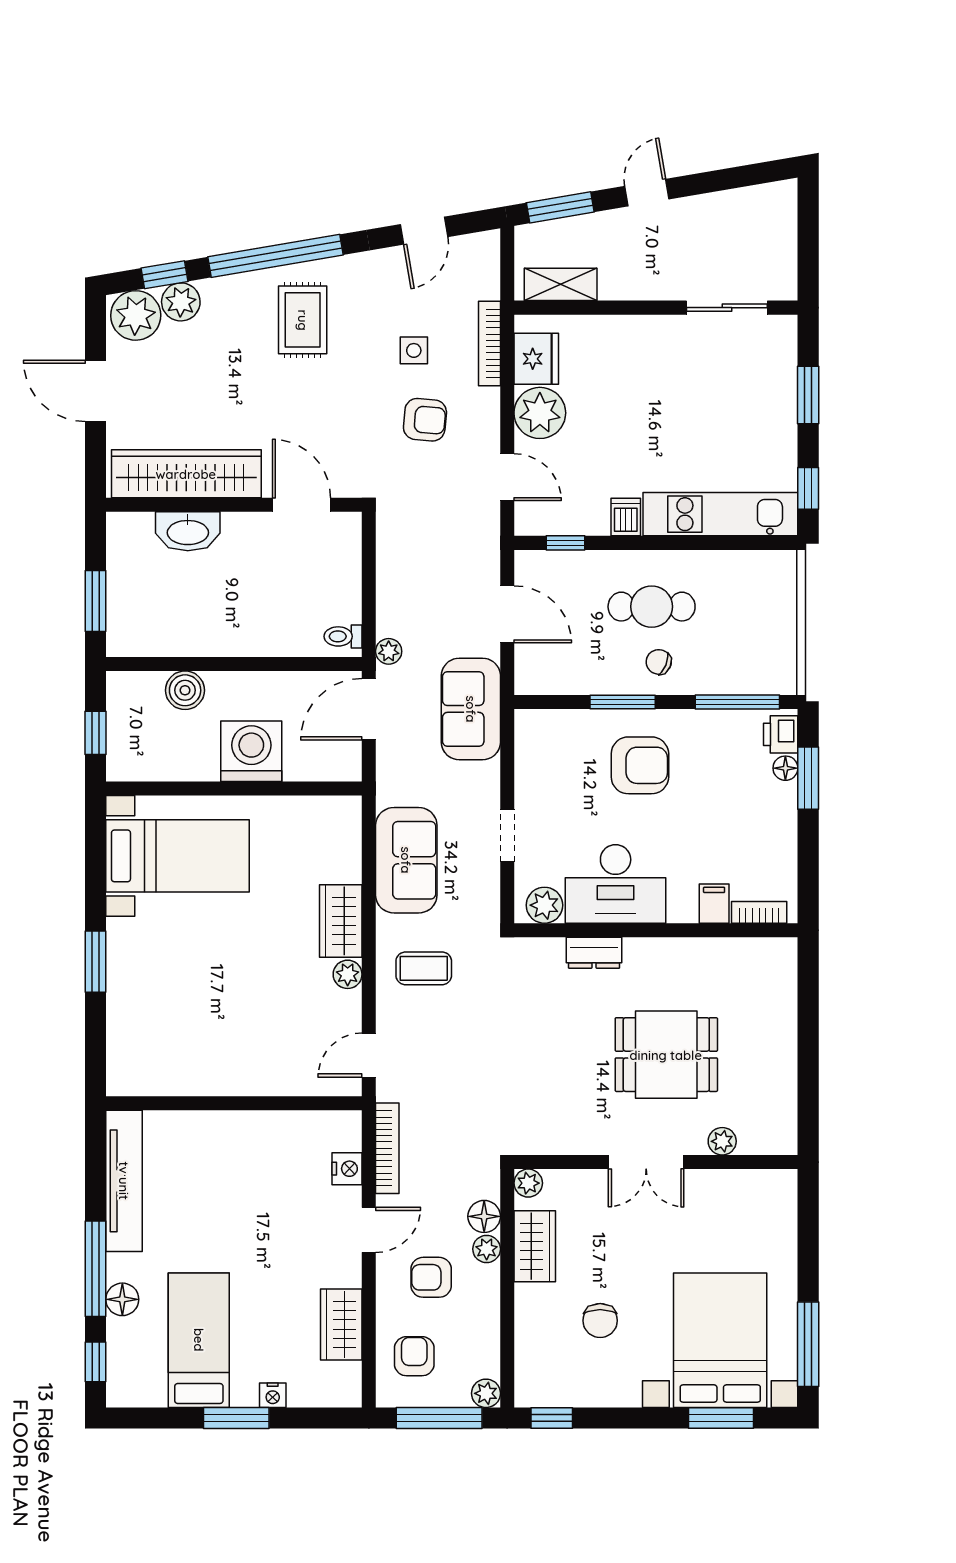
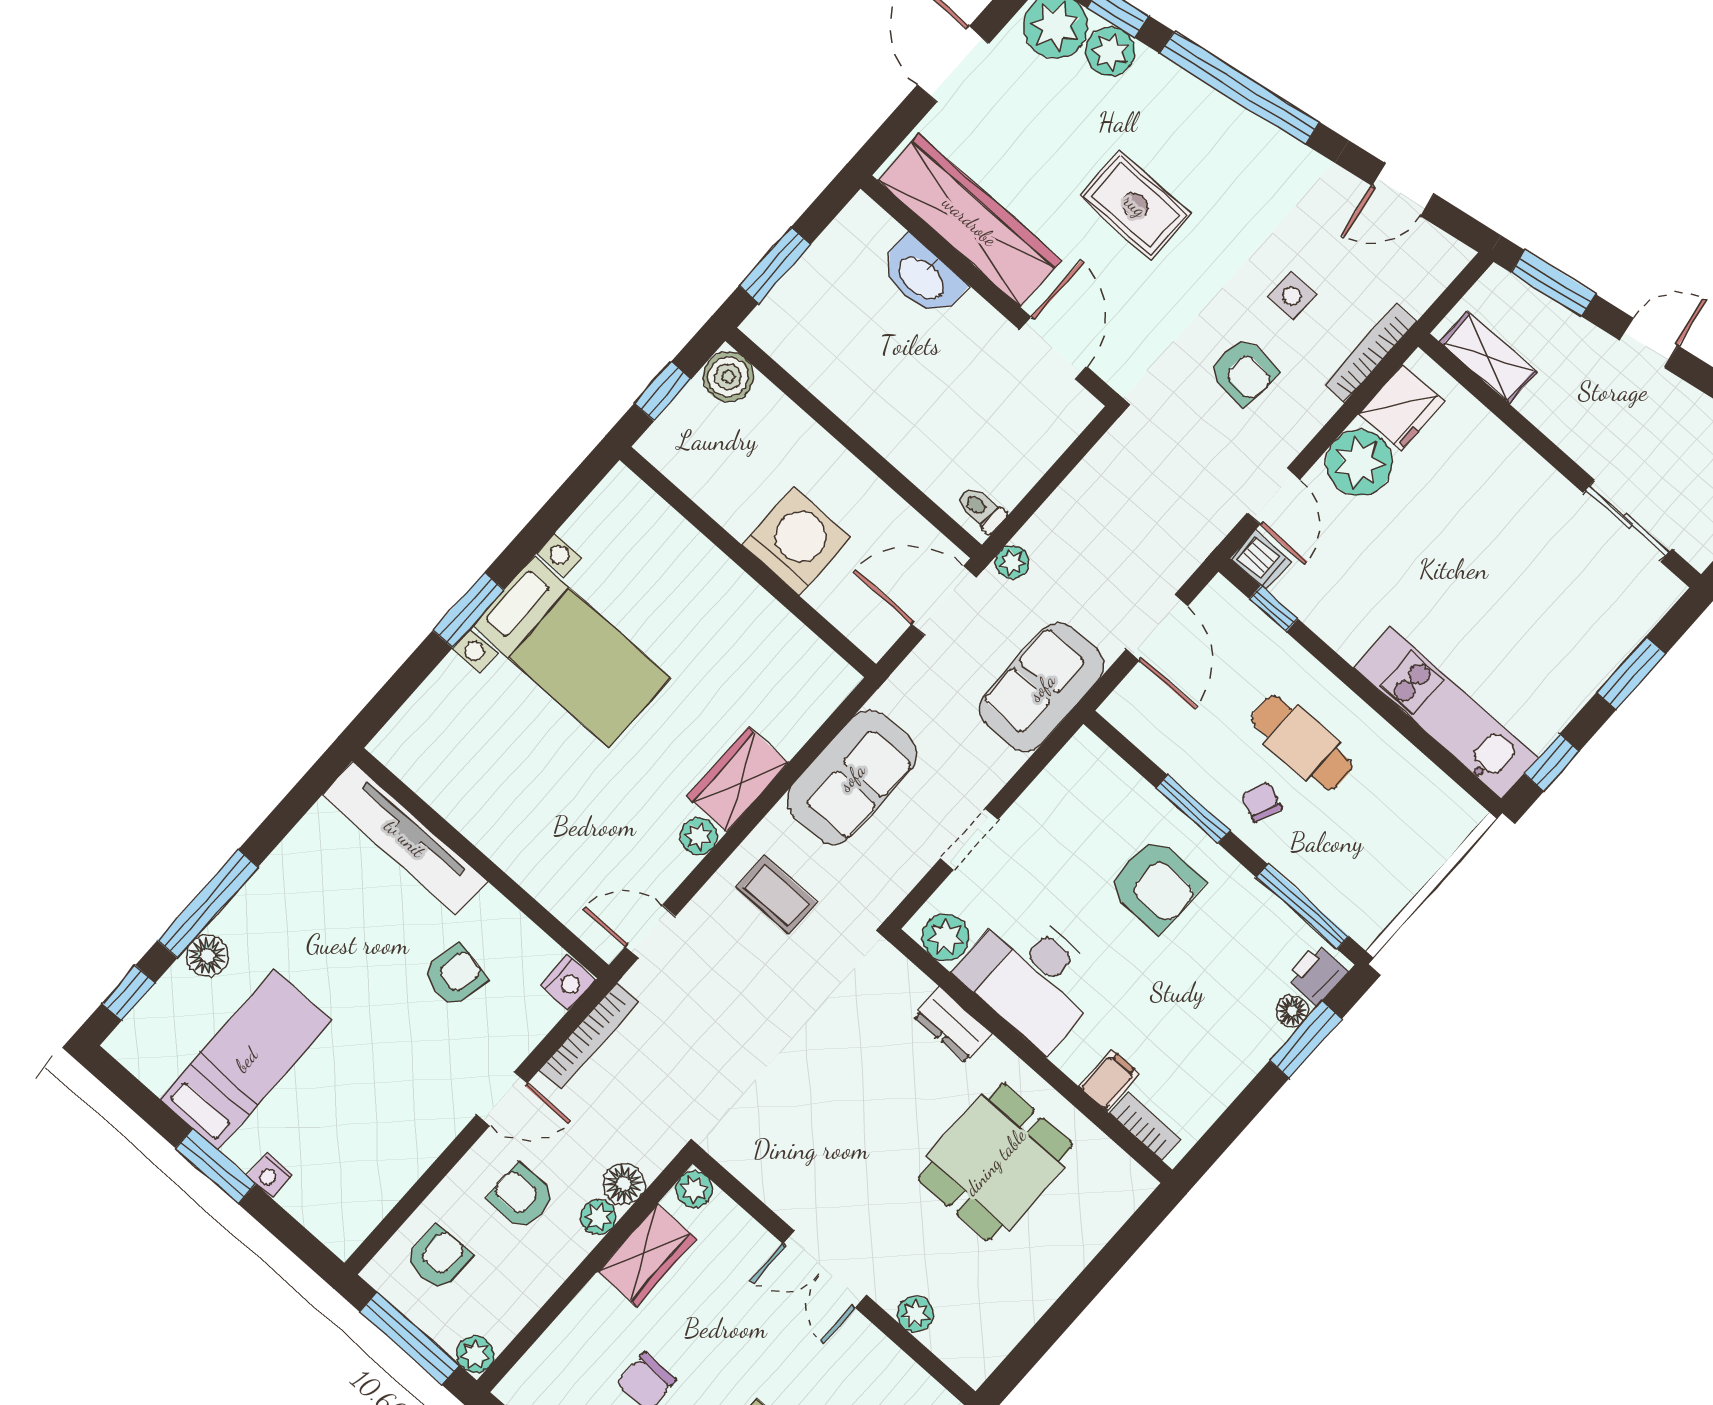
rug: (303, 320) -> (1135, 205), moved, turned 90
dishwasher: (626, 517) -> (1261, 560), moved, turned 90
boiler: (185, 690) -> (728, 377), moved
bed with nightstands: (178, 856) -> (572, 652), moved
dining table: (666, 1055) -> (995, 1162), moved, turned 90
nightstand: (347, 1169) -> (568, 983), moved
tv unit: (124, 1181) -> (405, 838), moved, turned 90
armchair: (277, 1182) -> (455, 975), added
wardrobe: (341, 1325) -> (395, 1166), removed

